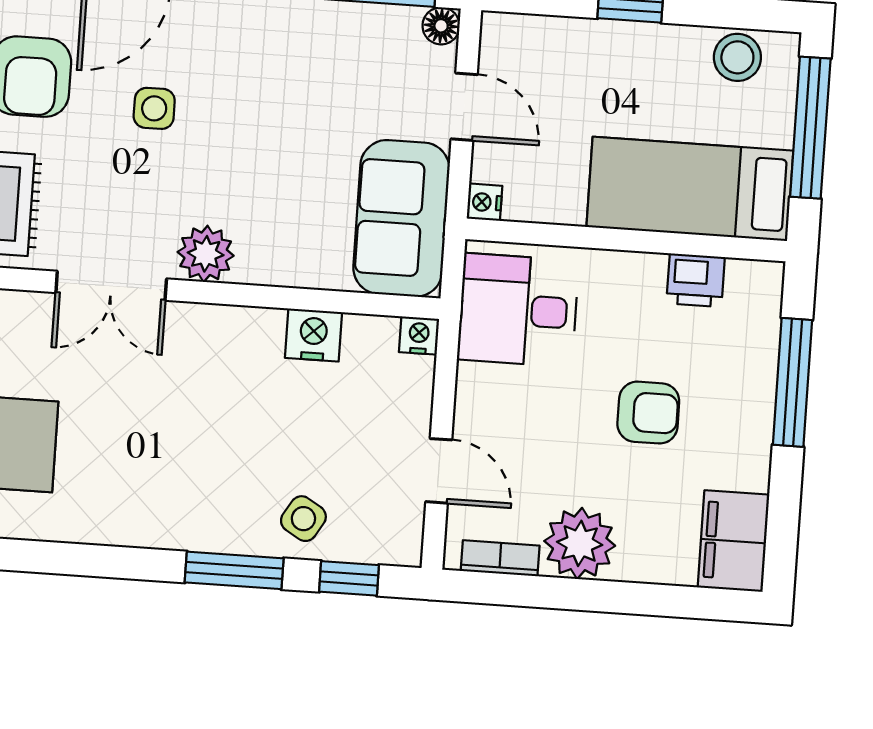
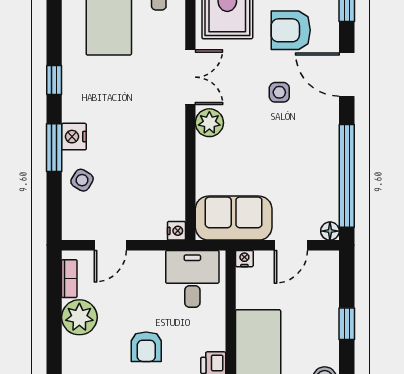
double door: (111, 286) -> (190, 77), swing flipped
nightstand: (313, 335) -> (74, 137), moved, turned 180
window: (349, 578) -> (54, 80), moved

